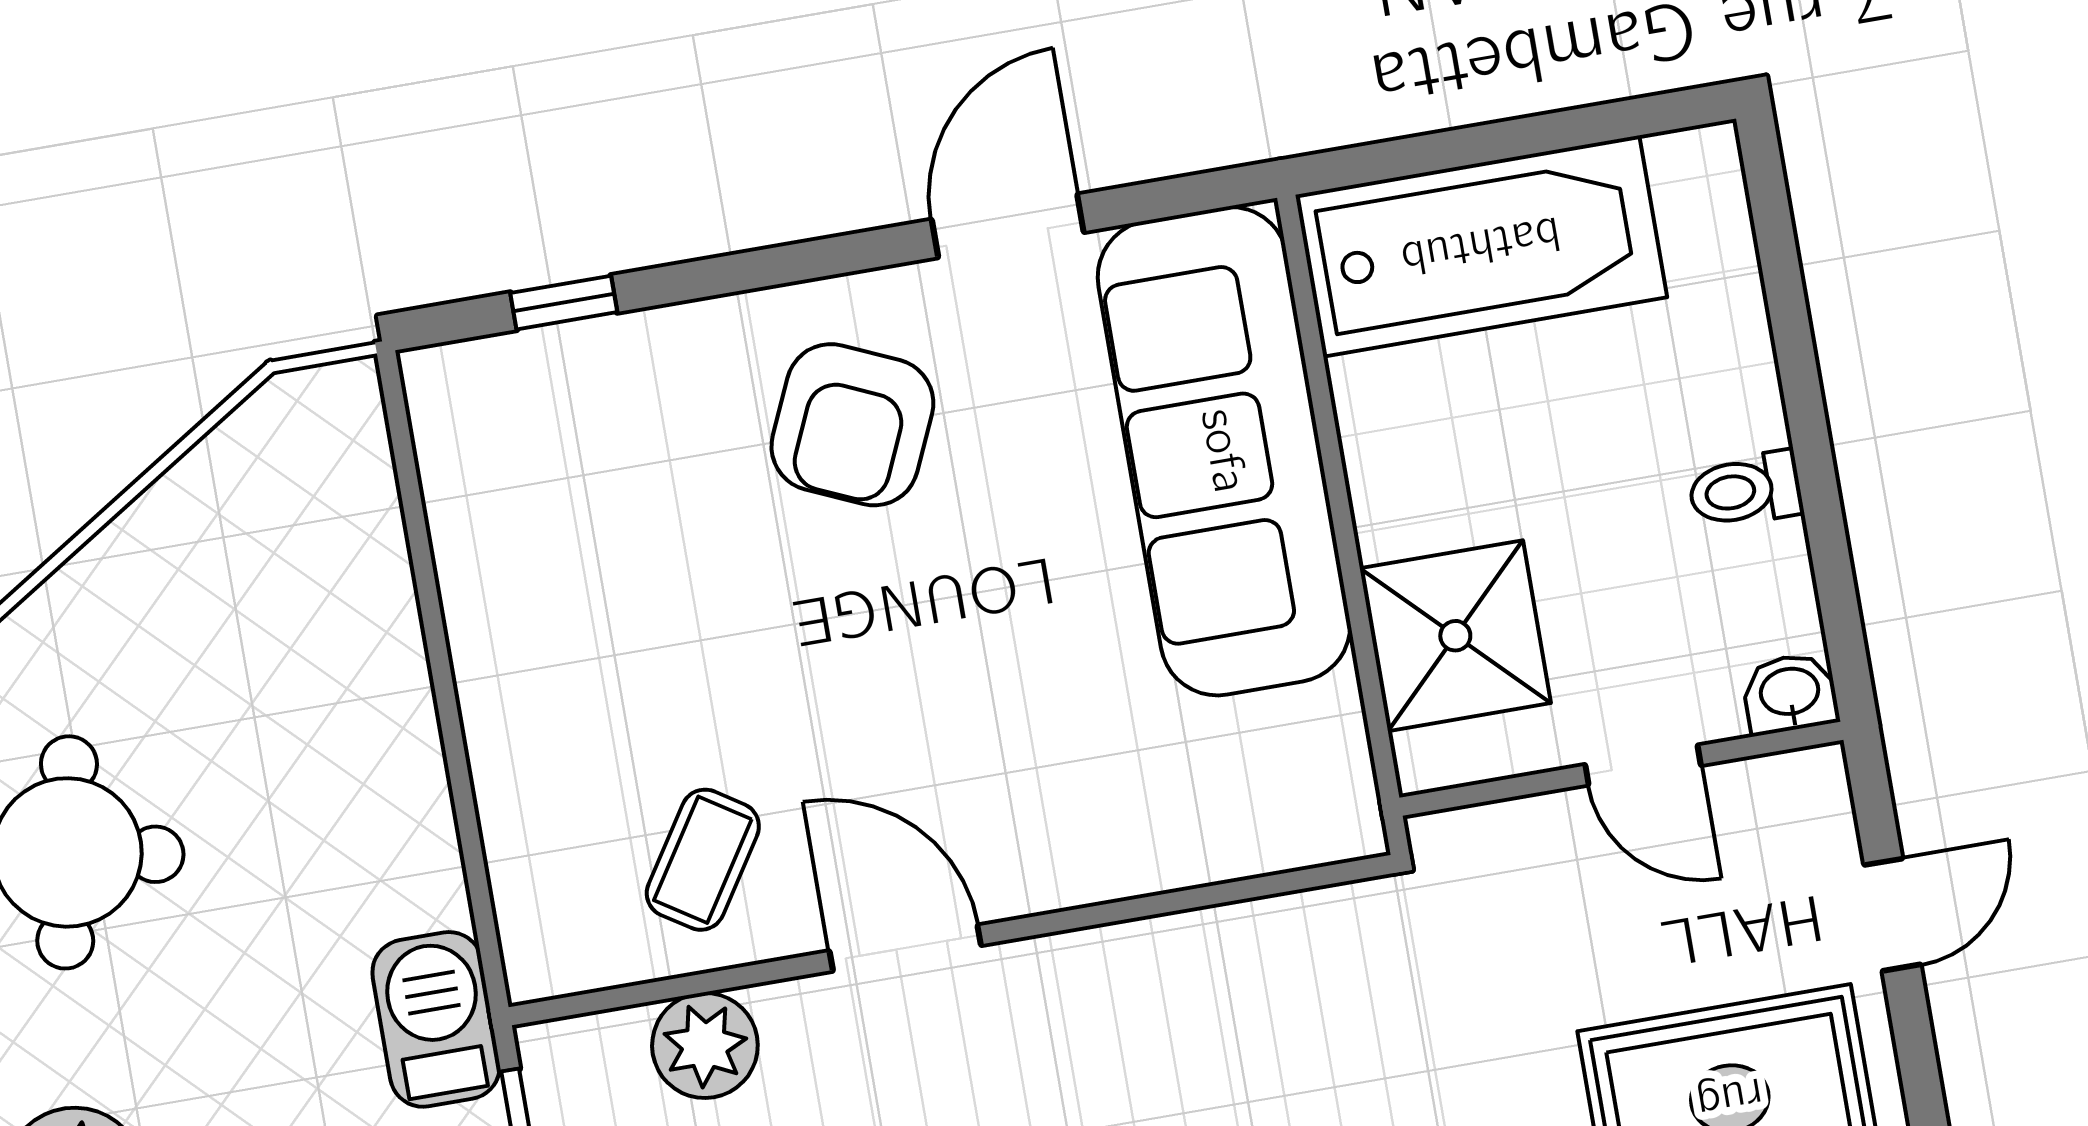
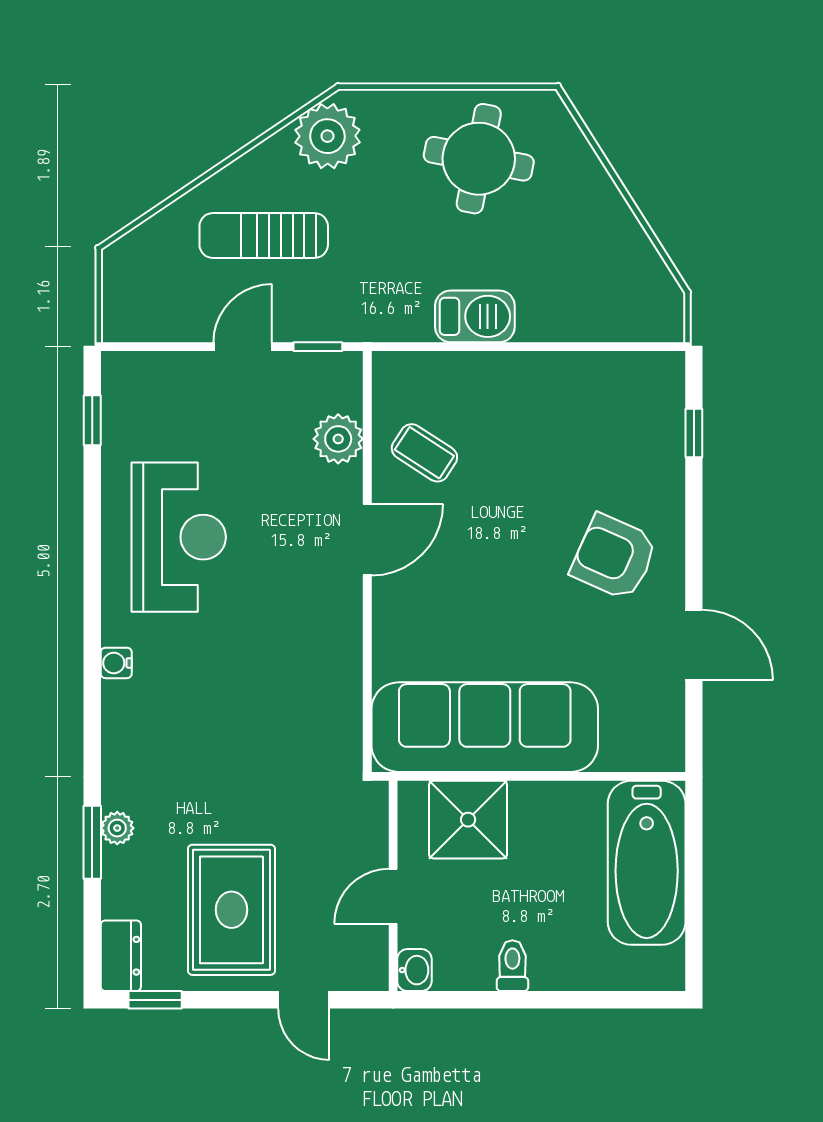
sofa: (1224, 451) -> (485, 727), moved
barbecue: (436, 1019) -> (475, 316), moved

